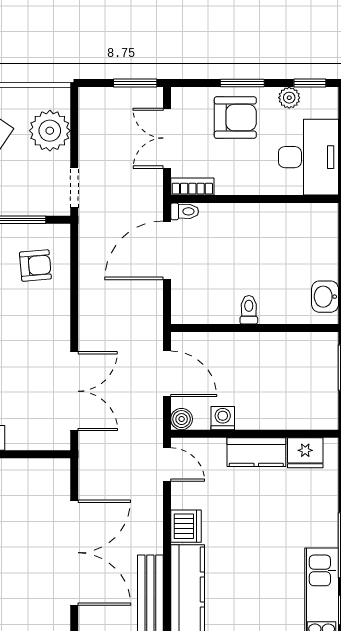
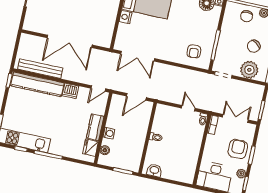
armchair: (235, 118) -> (238, 149), turned 180
door: (167, 250) -> (188, 108), width x0.53
washing machine: (223, 418) -> (109, 133), moved
boiler: (182, 419) -> (105, 150), moved

